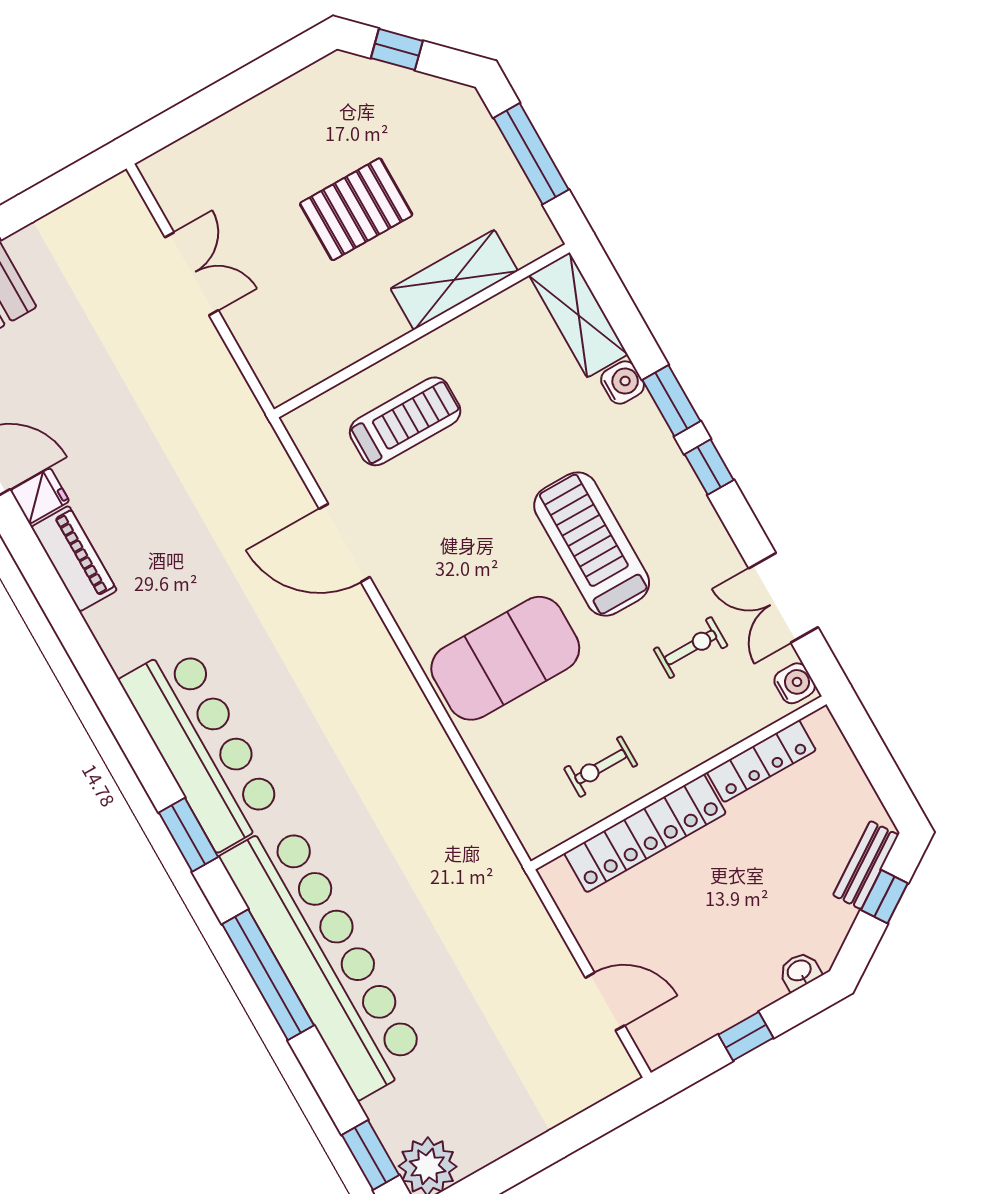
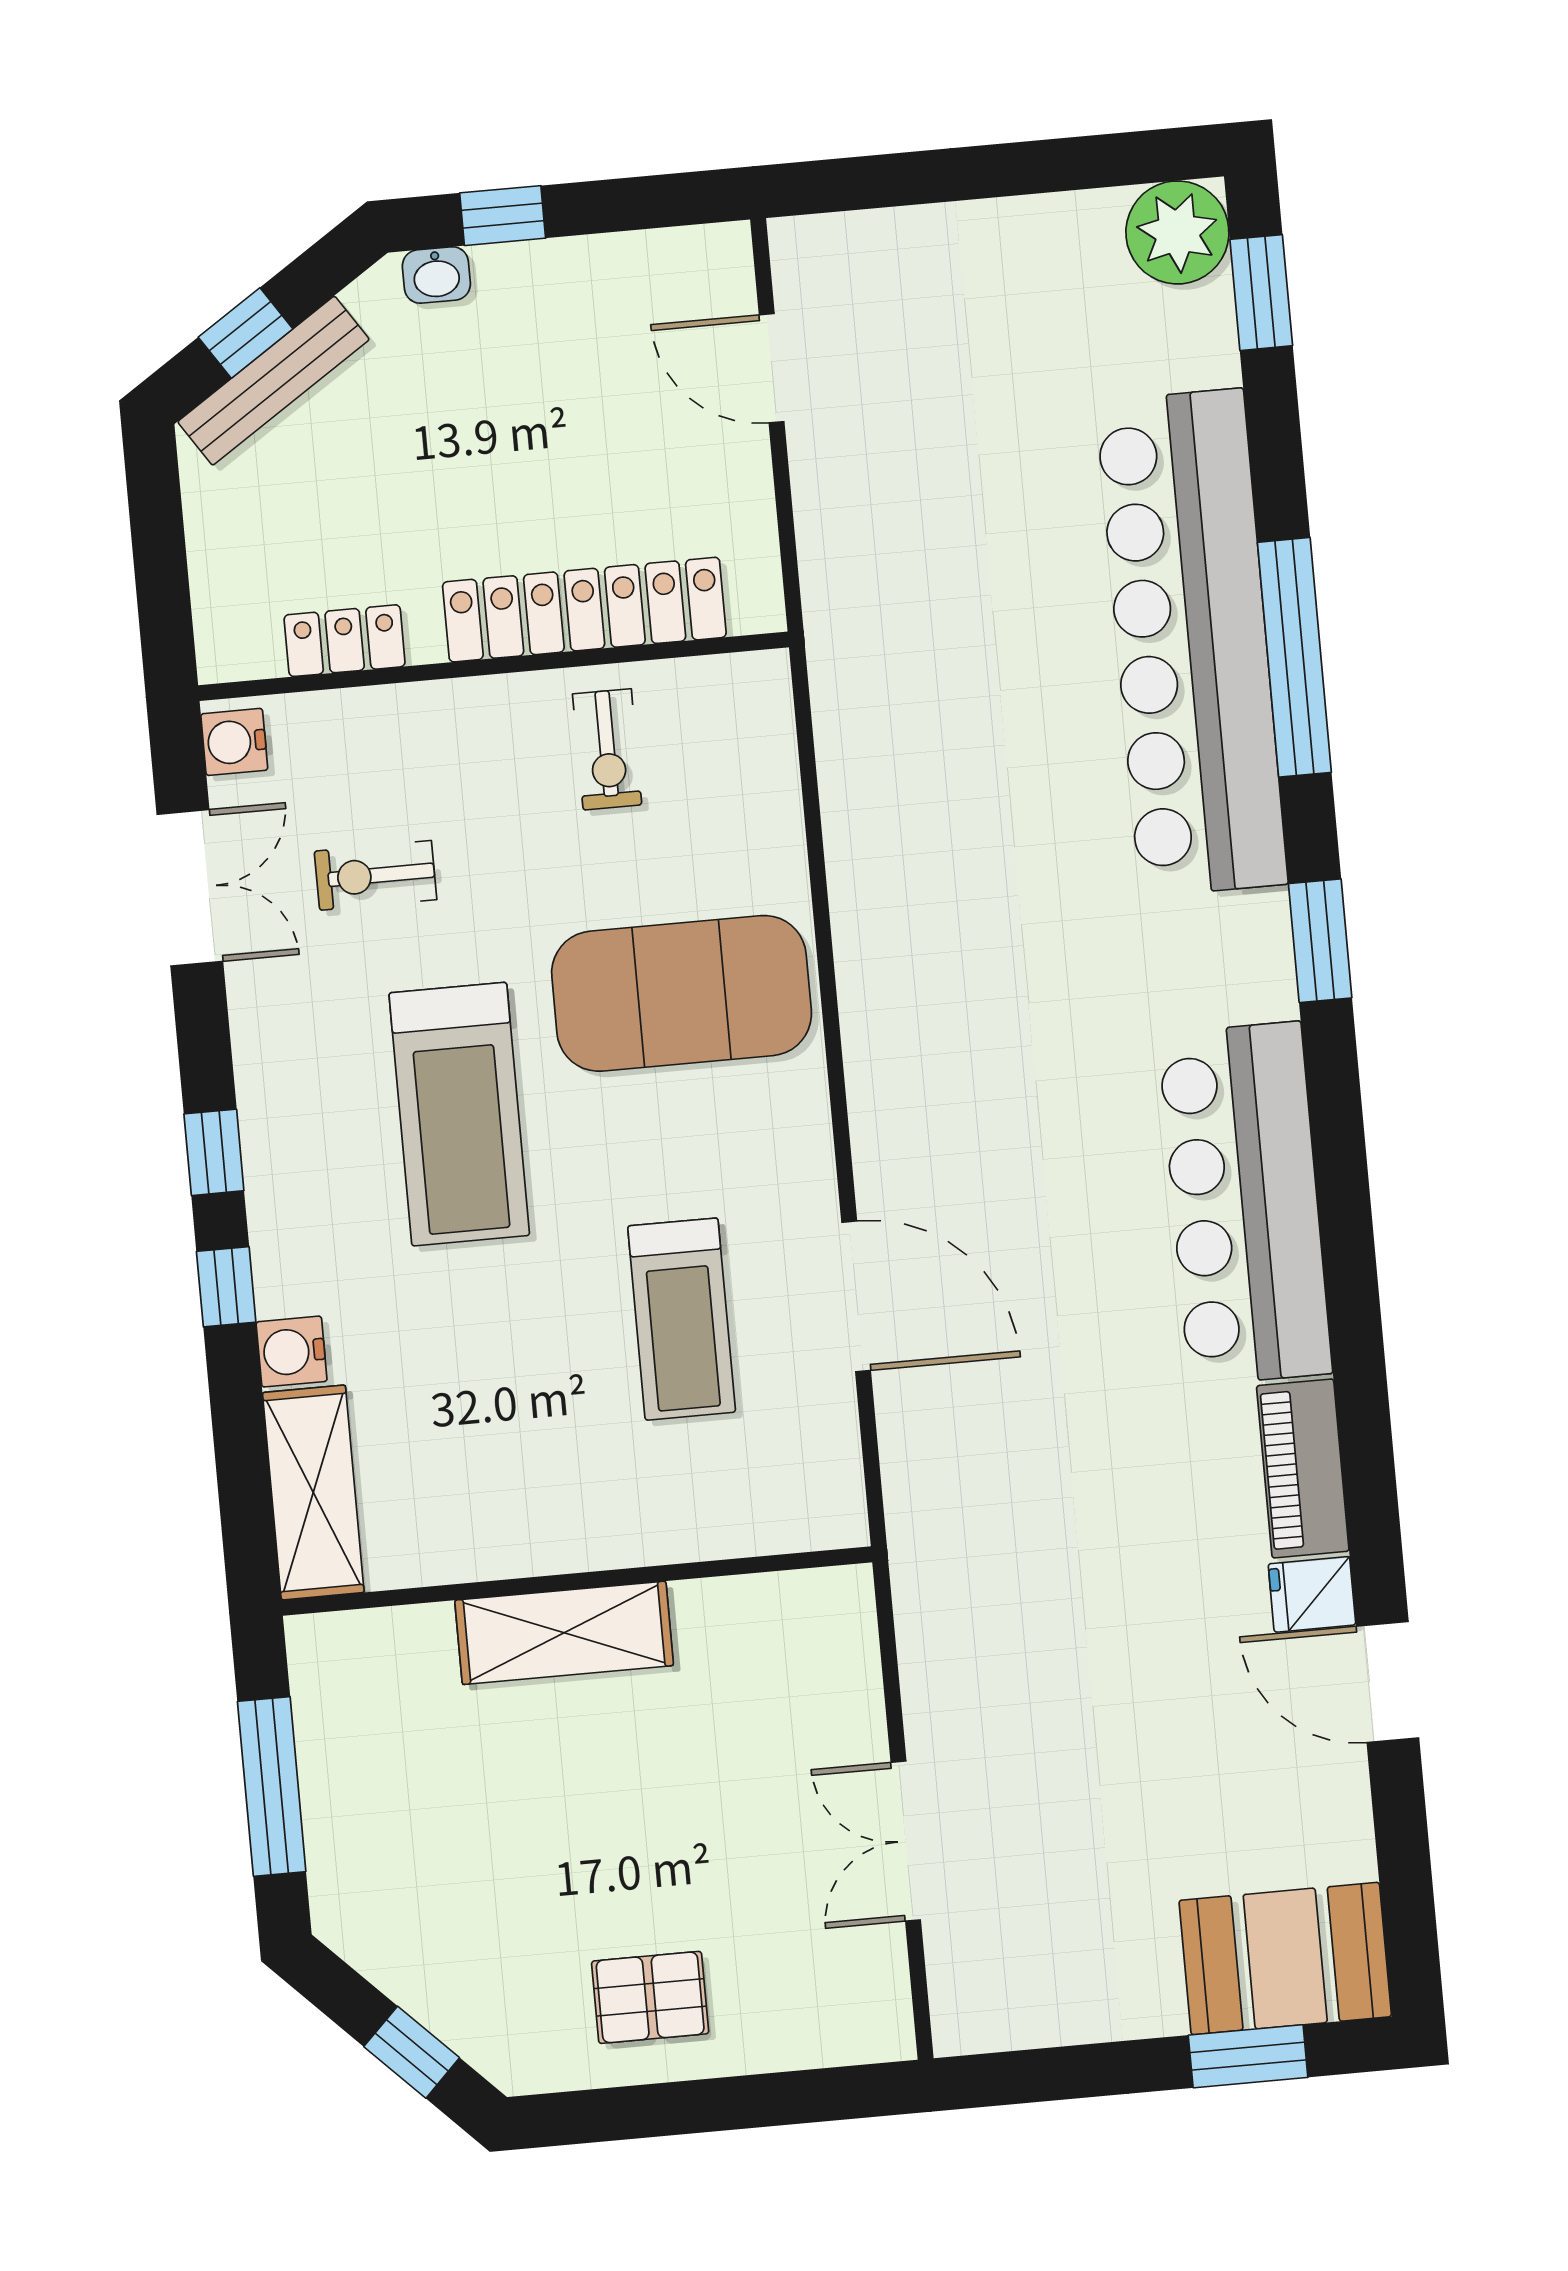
pallet: (356, 209) -> (650, 1997), moved, width x0.67, depth x0.71
shelving: (454, 280) -> (564, 1633), moved
window: (671, 401) -> (226, 1287), width x0.67
treadmill: (405, 421) -> (682, 1319), moved, turned -90
bar counter: (203, 747) -> (1245, 1204), moved
locker: (761, 761) -> (345, 641), width x0.66
exercise bike: (601, 767) -> (607, 749), turned 90
bench: (866, 865) -> (273, 381), width x1.36
window: (746, 1036) -> (503, 216), moved

